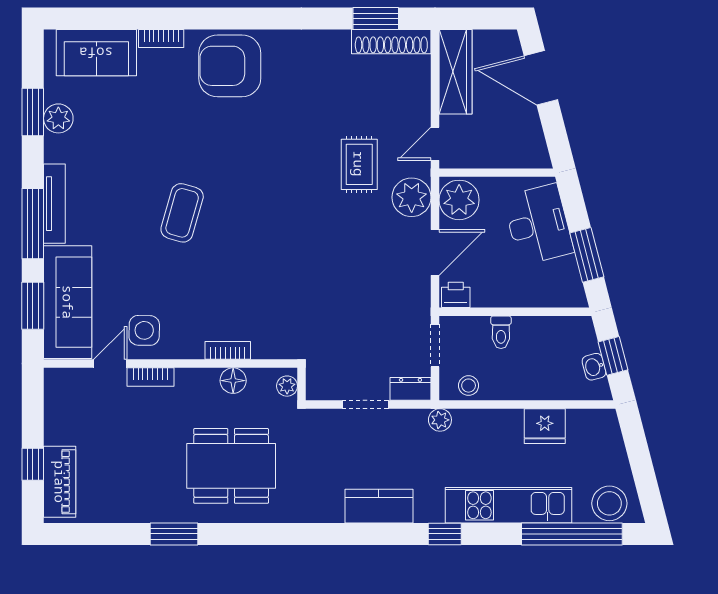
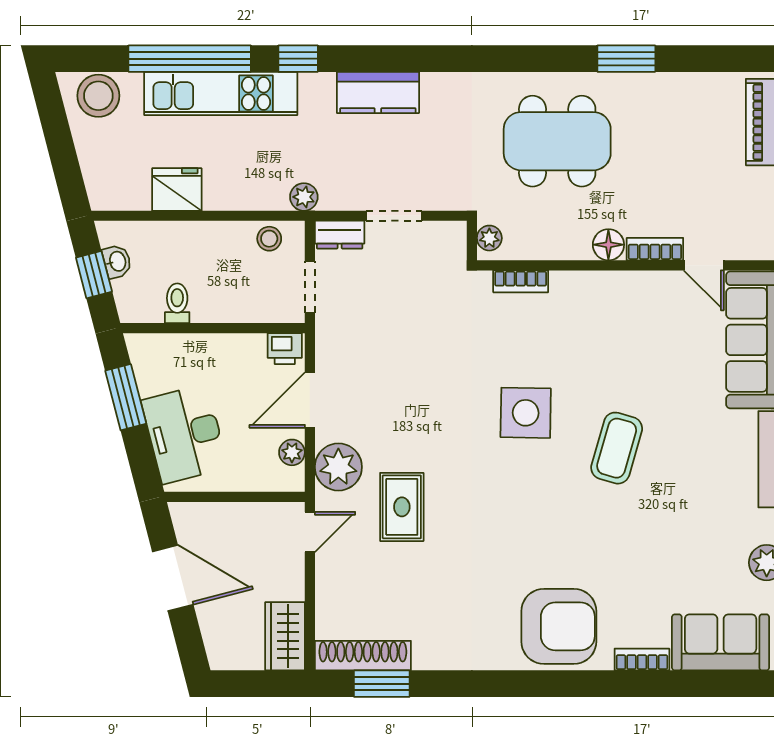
wardrobe: (455, 72) -> (285, 636), width x0.67
door: (541, 78) -> (173, 578), moved
plant: (459, 200) -> (292, 452), width x0.53, depth x0.53
side table: (144, 330) -> (526, 413), moved, width x1.37, depth x1.37
toilet: (501, 332) -> (177, 303), moved
bookcase: (228, 350) -> (521, 281), moved
door: (110, 364) -> (704, 265), hinge flipped
floor lamp: (233, 381) -> (608, 245), moved
window: (572, 534) -> (190, 59), moved

